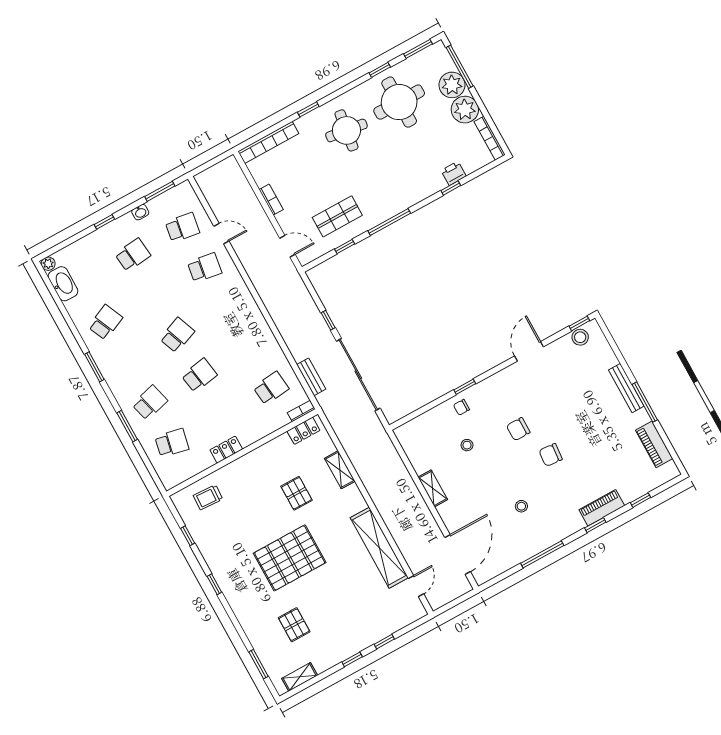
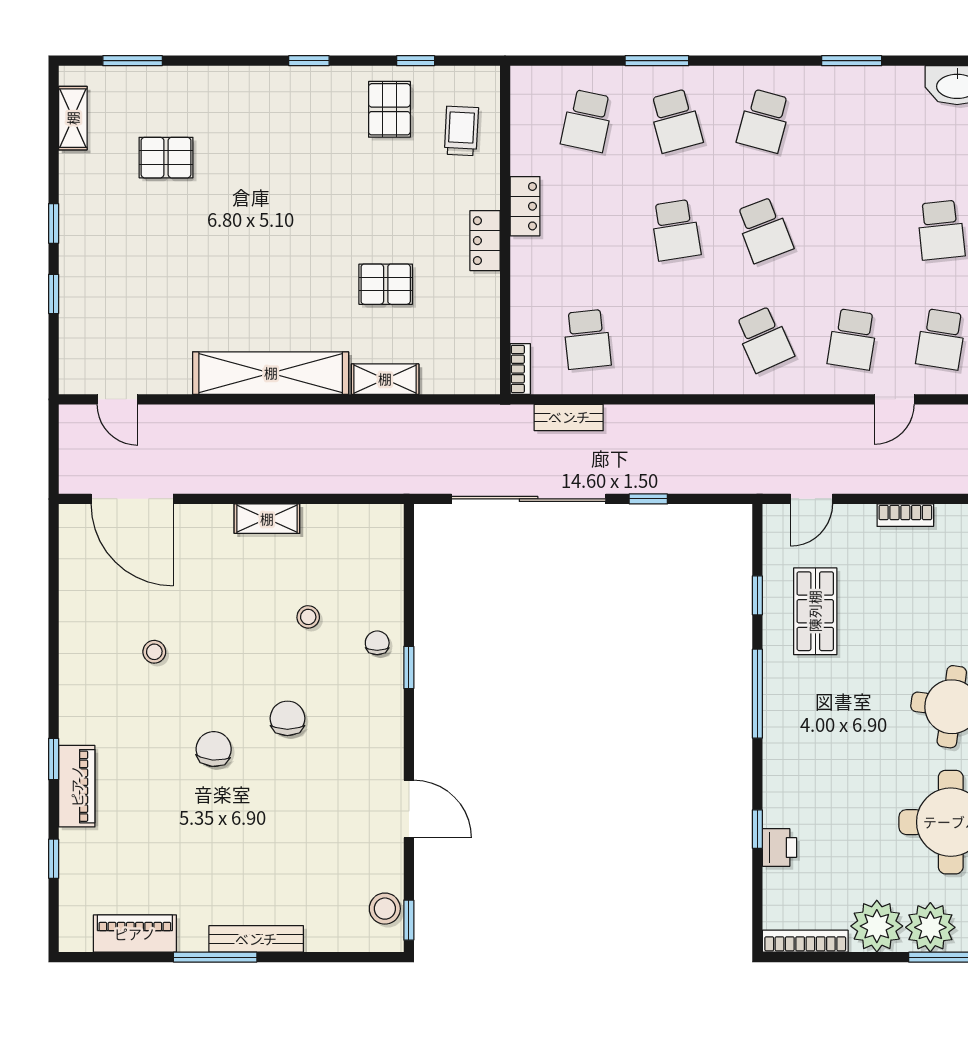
school desk: (227, 308) -> (764, 339), added
school desk: (105, 322) -> (764, 121), moved, turned 39
window: (94, 367) -> (852, 61), moved
locker: (303, 431) -> (485, 241), moved
shelving: (379, 548) -> (271, 373), moved
window: (542, 554) -> (54, 642), removed
pallet: (290, 558) -> (389, 109), moved, width x0.49, depth x0.50

